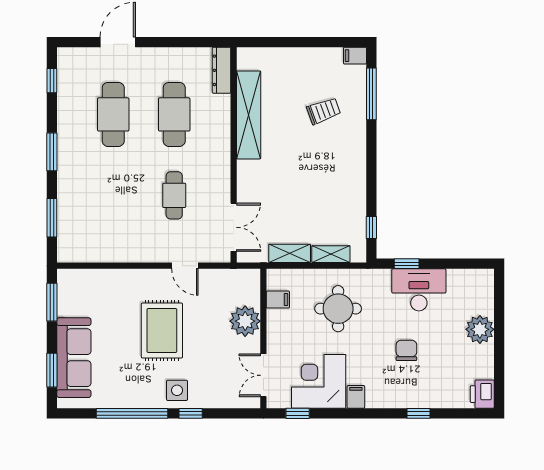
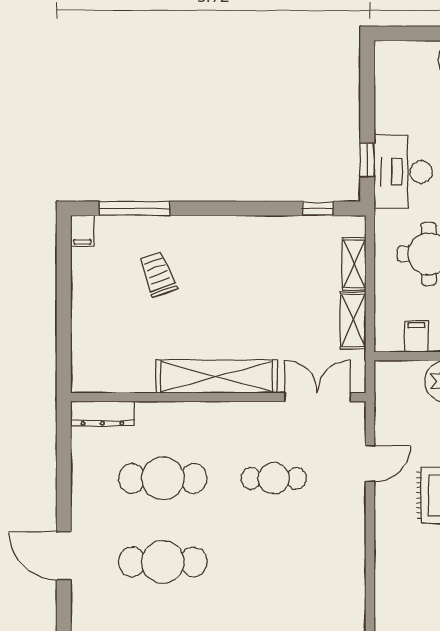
shelving: (249, 115) -> (216, 377), moved
desk: (419, 290) -> (403, 172), moved

